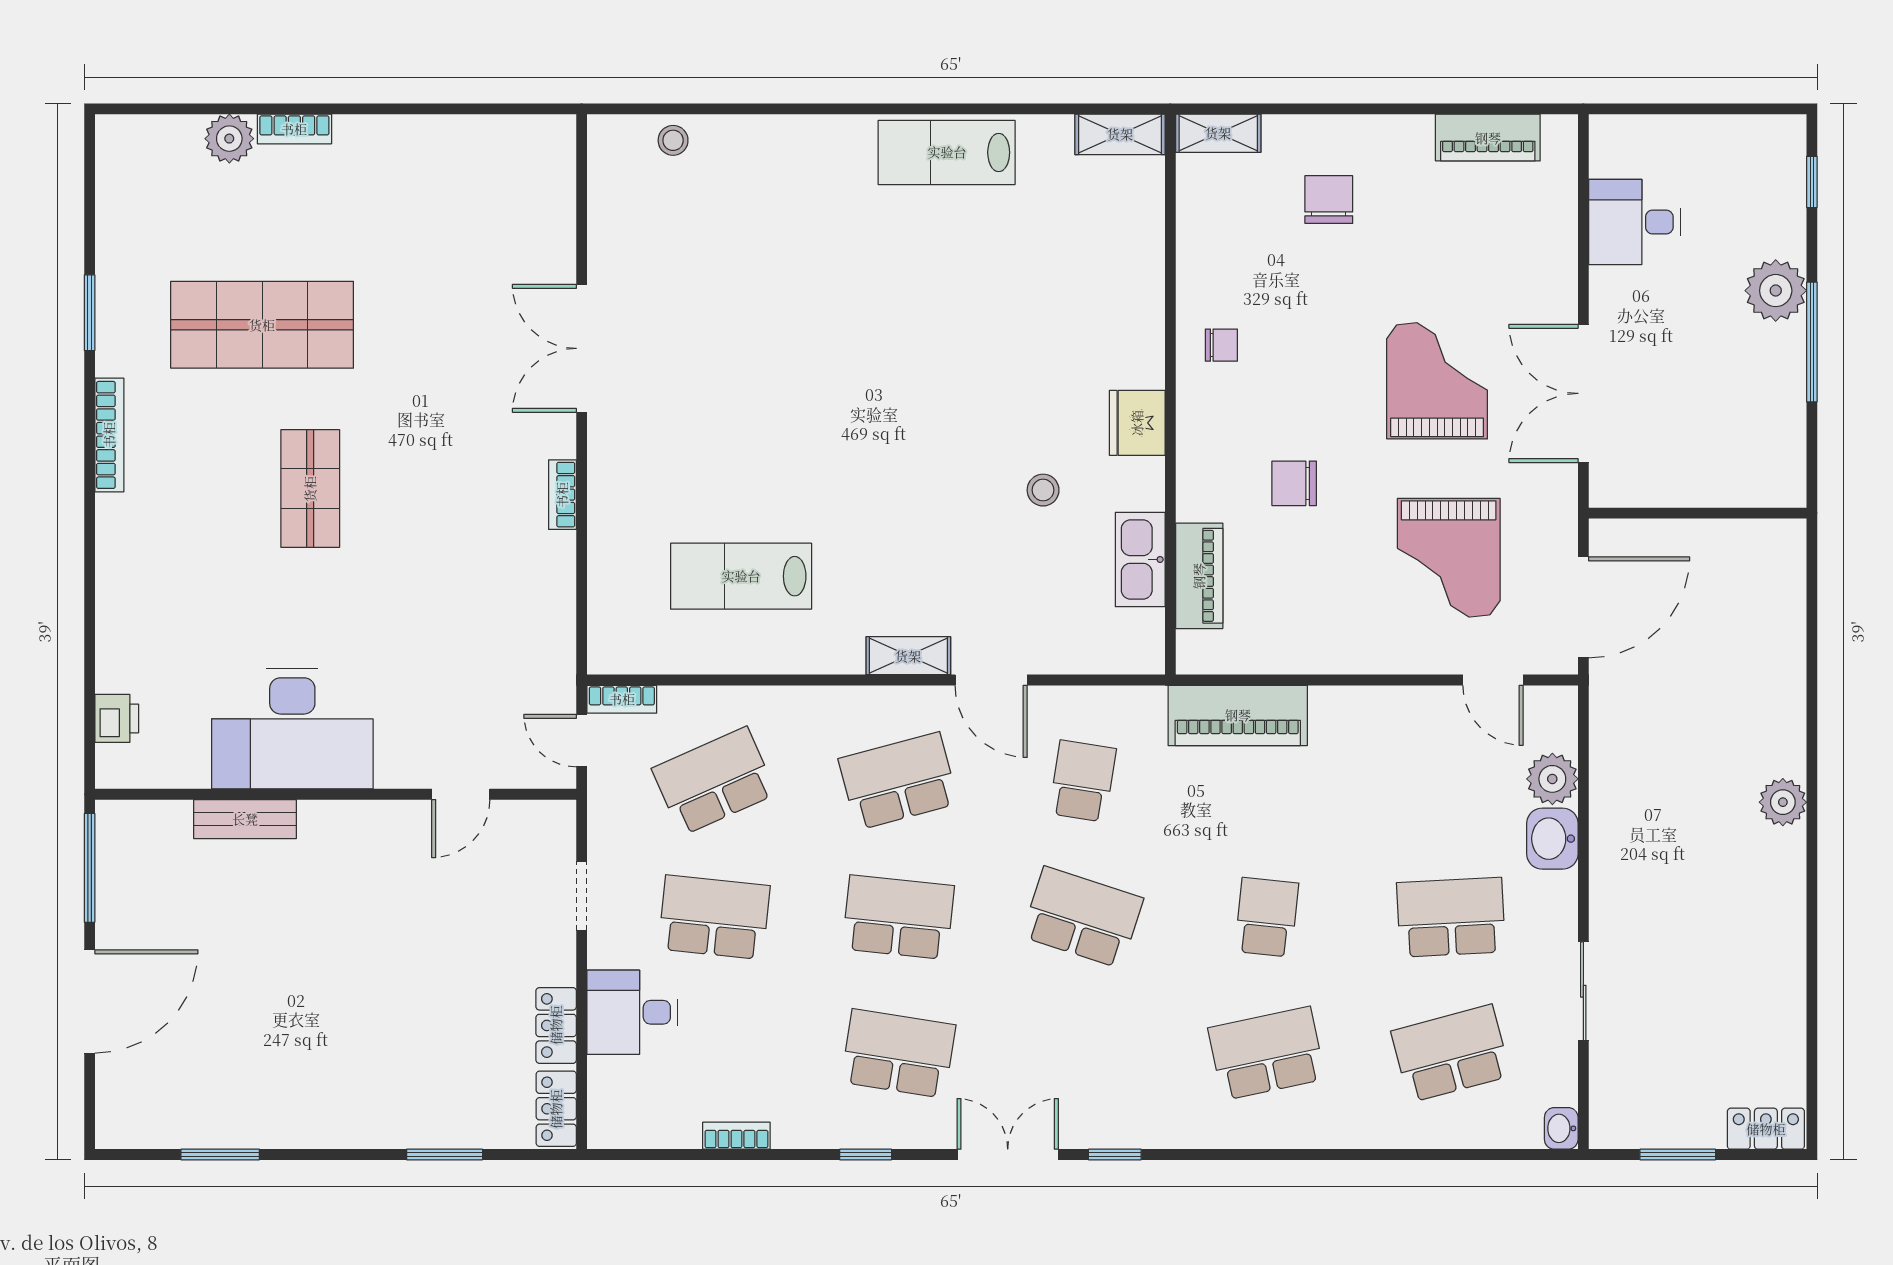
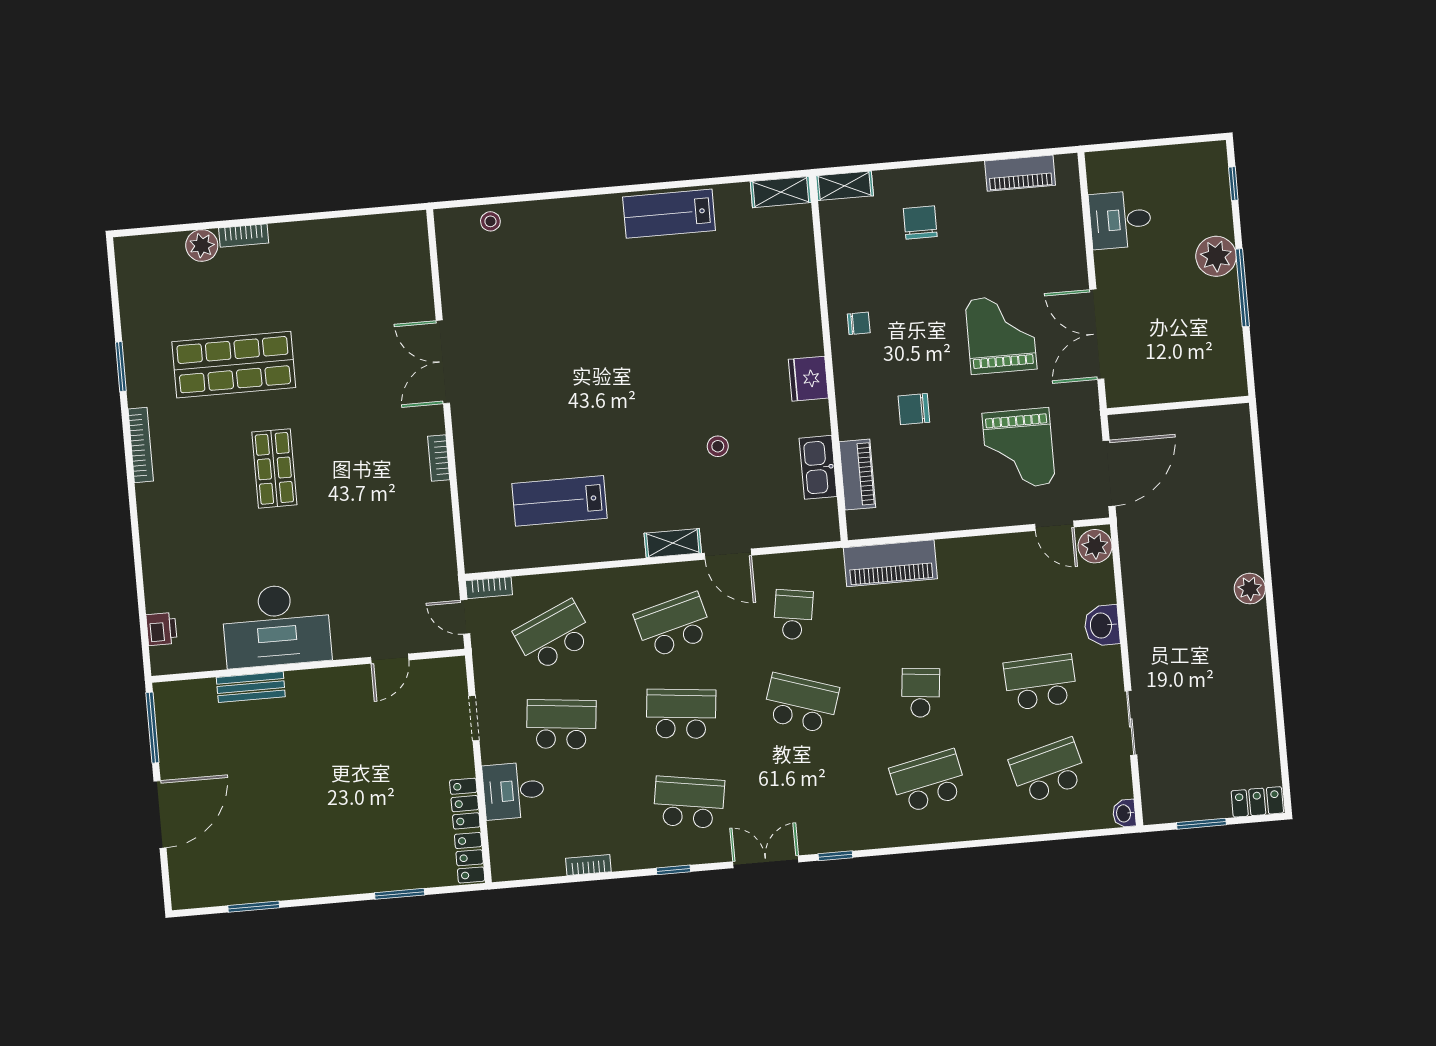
stool: (1043, 490) -> (718, 446), moved
plant: (1552, 779) -> (1095, 546), moved

